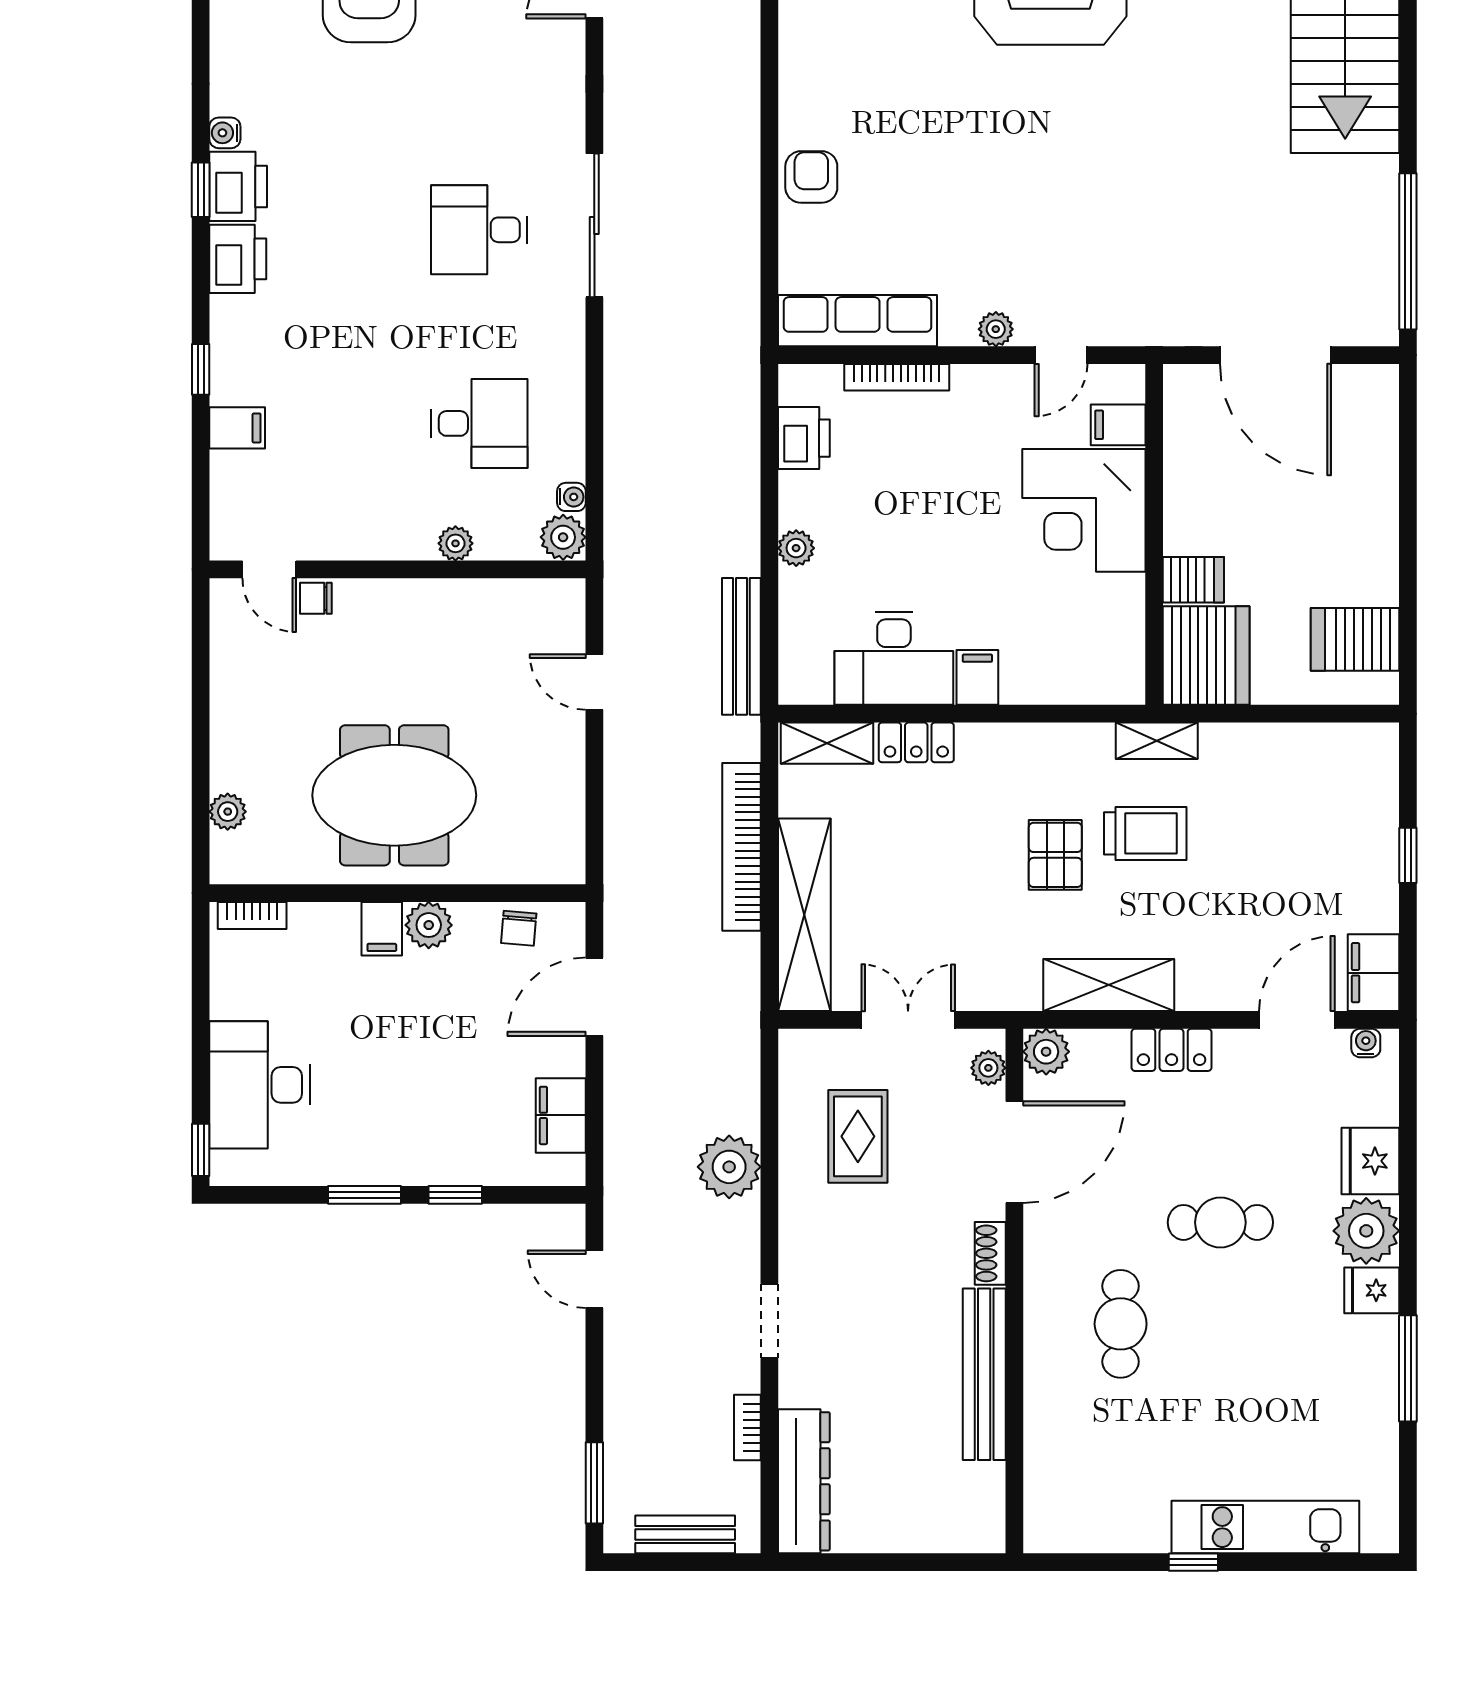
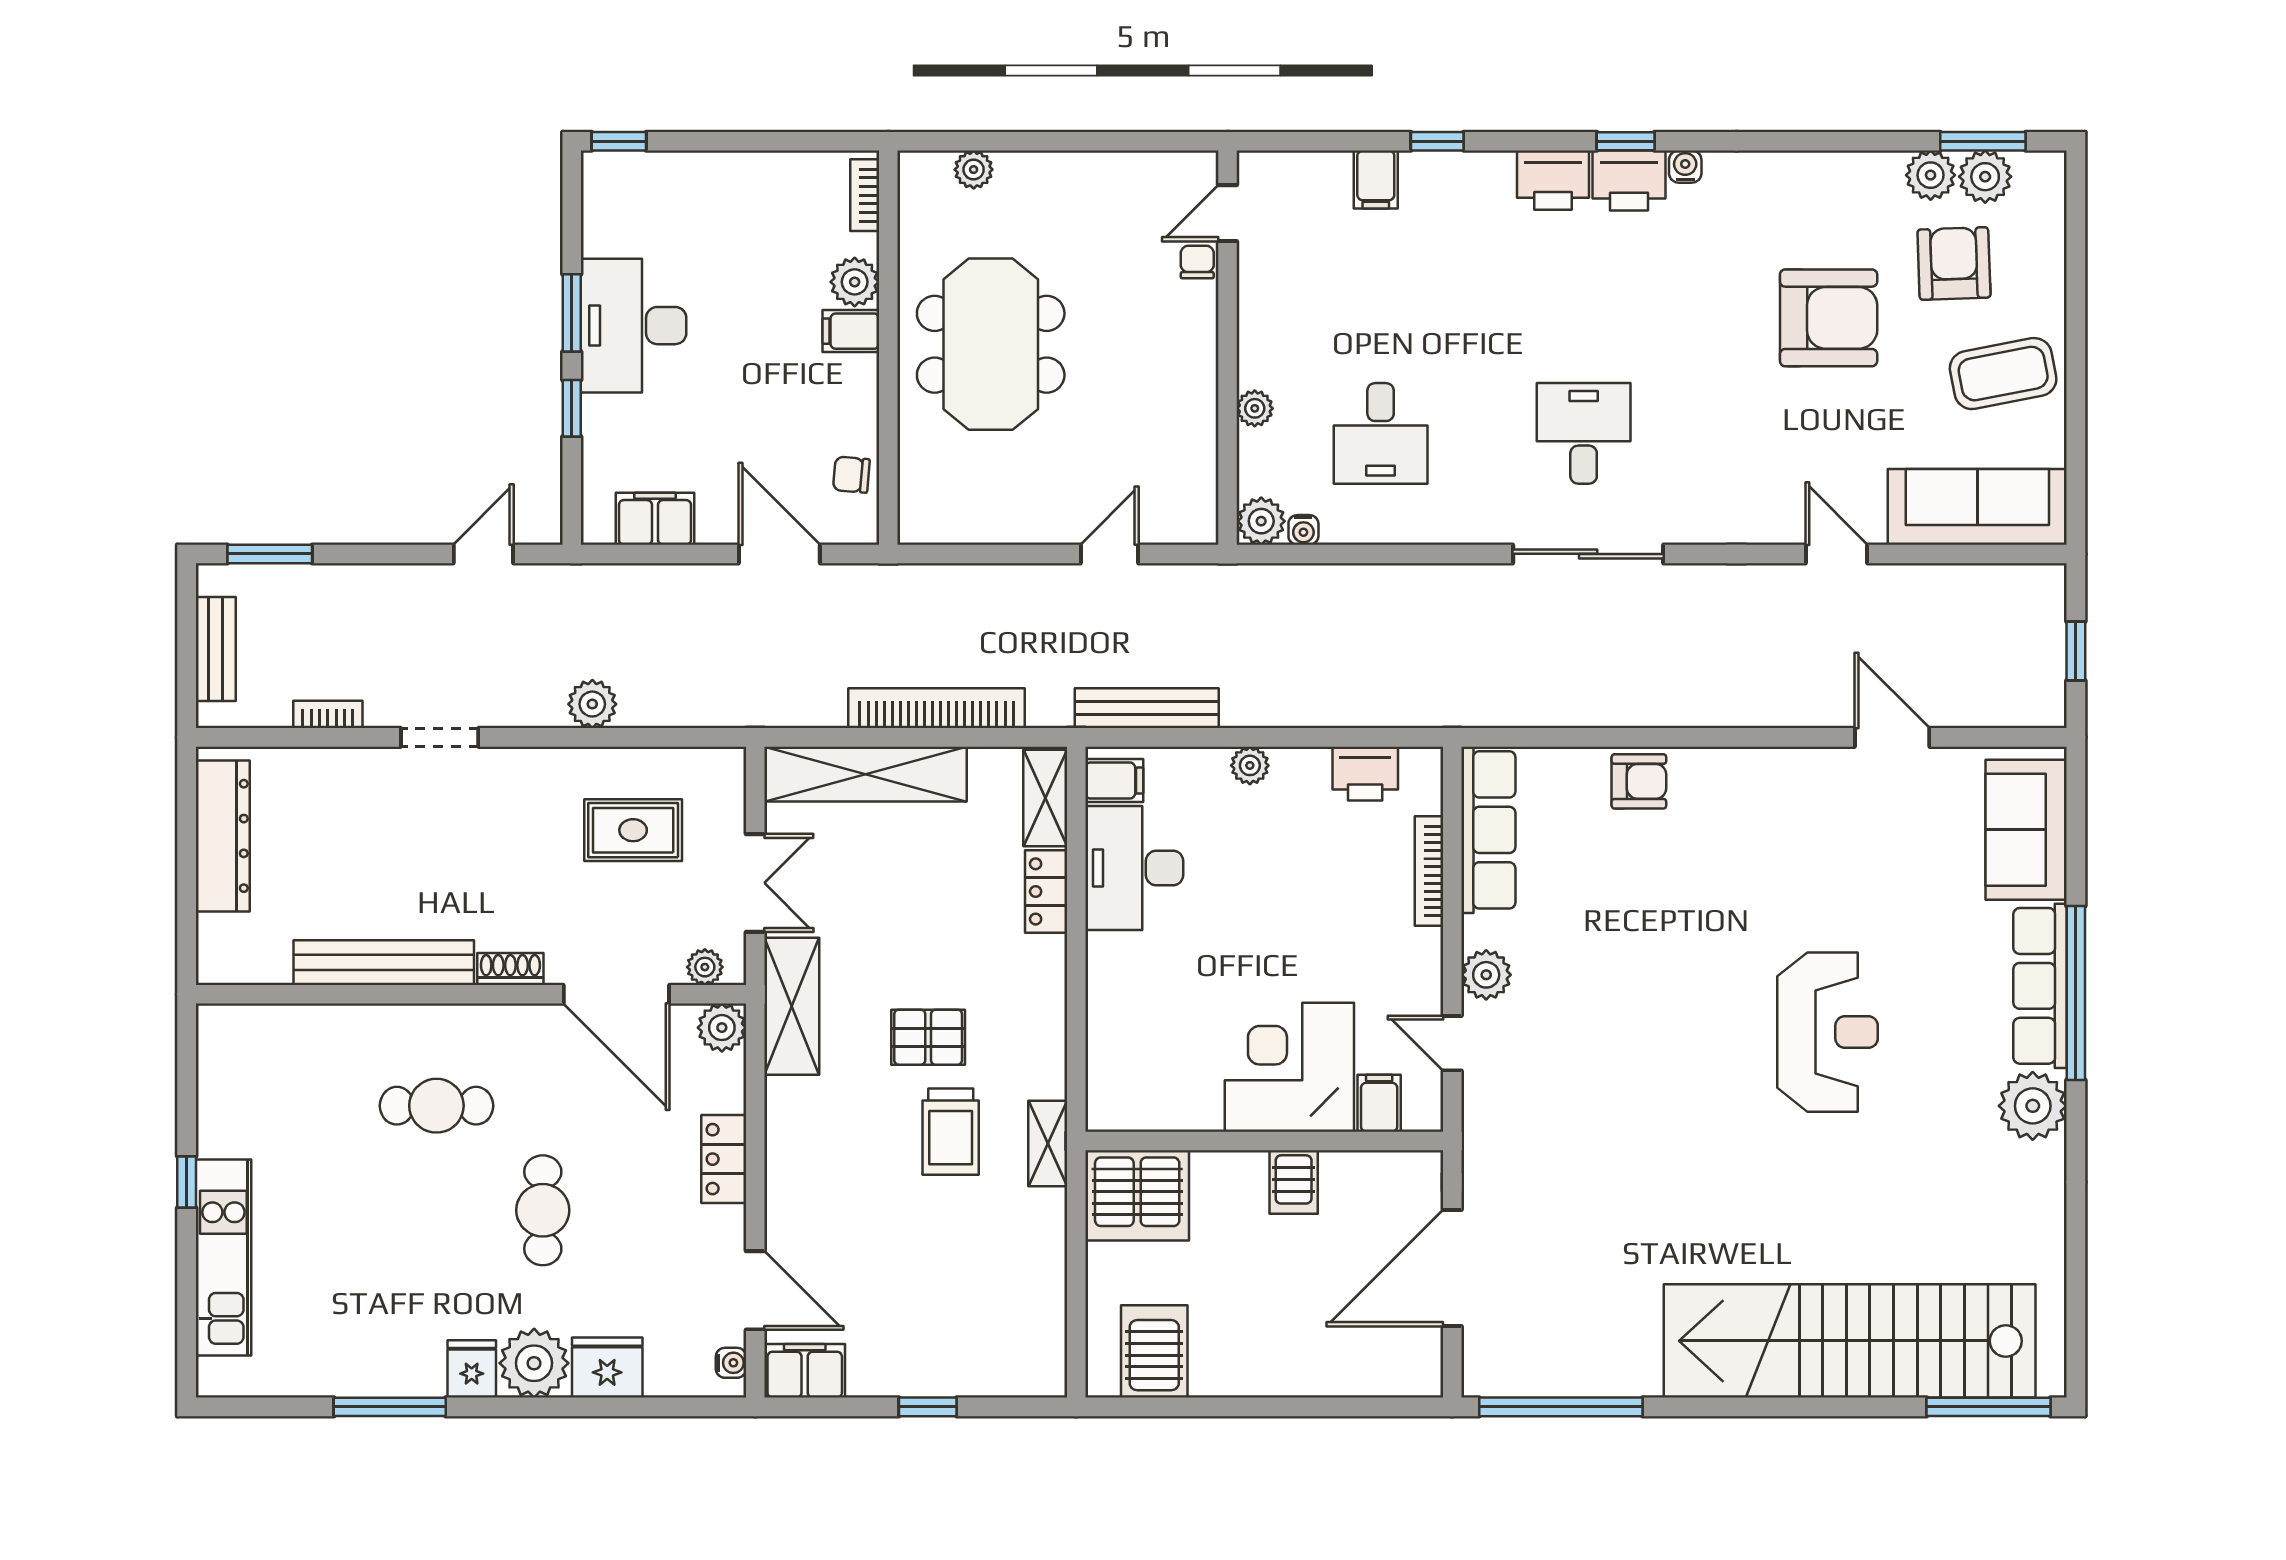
plant: (996, 329) -> (1486, 975), width x1.38, depth x1.38
server rack: (1193, 580) -> (1294, 1182), moved
filing cabinet: (977, 677) -> (1114, 780), moved
plant: (429, 925) -> (855, 282), moved
shelving: (1109, 985) -> (792, 1006), moved
desk: (260, 1085) -> (634, 326), moved, turned -90
plant: (729, 1167) -> (592, 704), width x0.73, depth x0.73
dresser: (804, 1481) -> (223, 836), moved, turned -90

